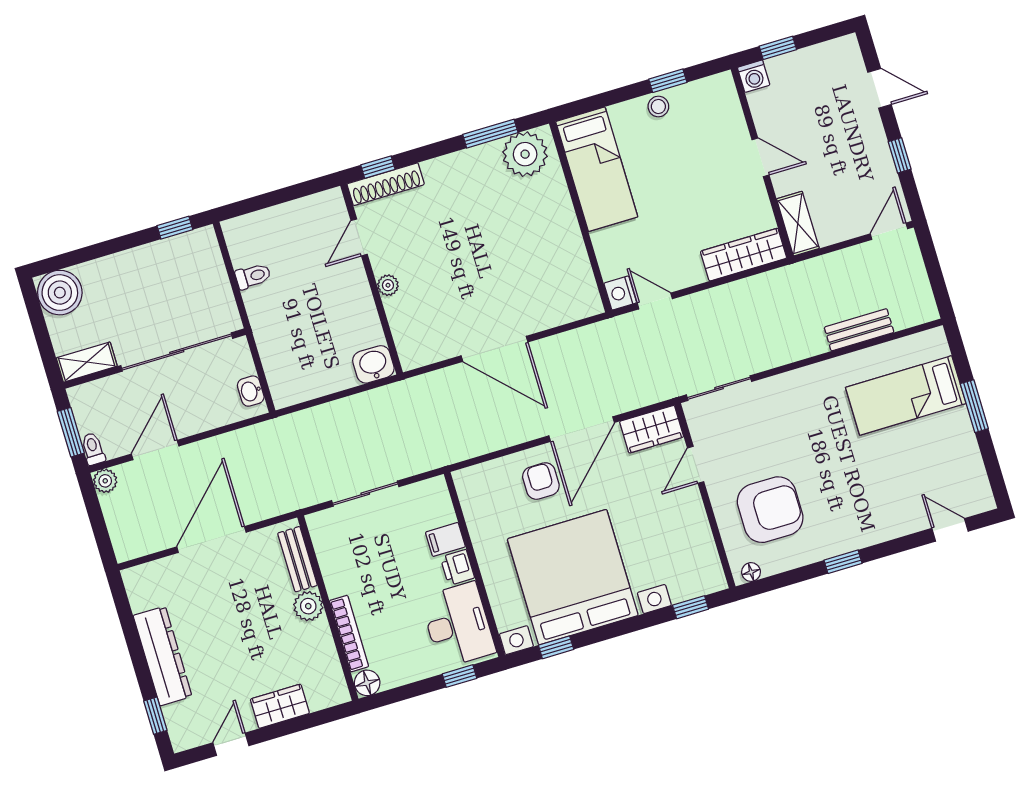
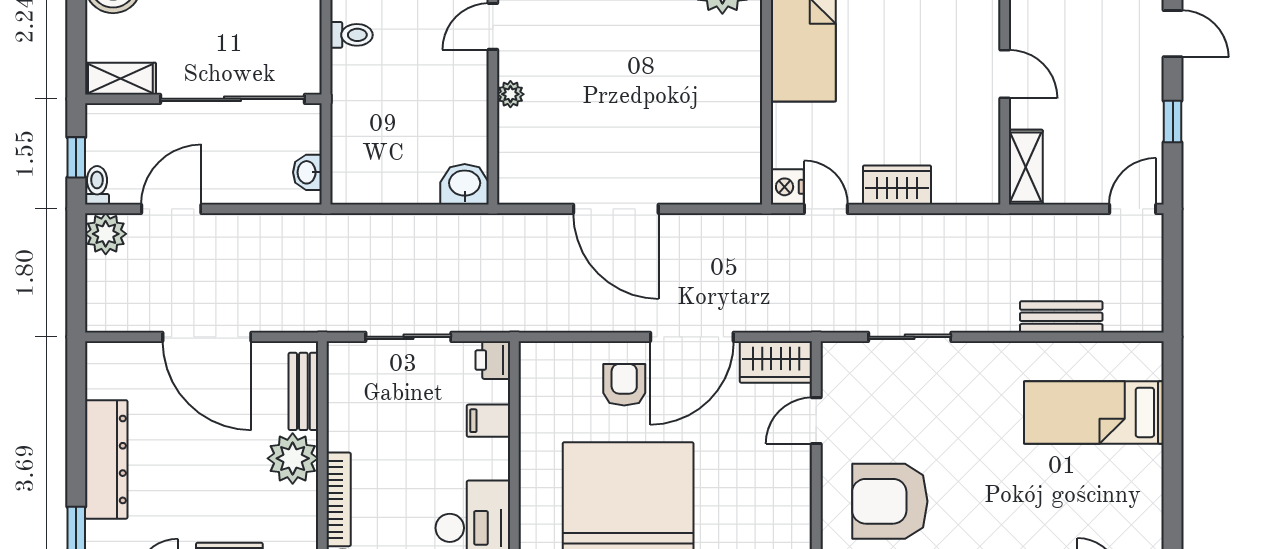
wardrobe: (744, 255) -> (897, 185), moved, width x0.67
sliding door: (719, 388) -> (910, 337), moved
window: (974, 406) -> (1173, 450), removed
window: (71, 432) -> (76, 157), width x0.67
plant: (105, 481) -> (106, 234), width x1.38, depth x1.38
armchair: (770, 510) -> (890, 501), turned 180
door: (211, 539) -> (207, 337), swing flipped
printer: (457, 567) -> (493, 360), moved
plant: (308, 606) -> (293, 458), width x1.36, depth x1.36

